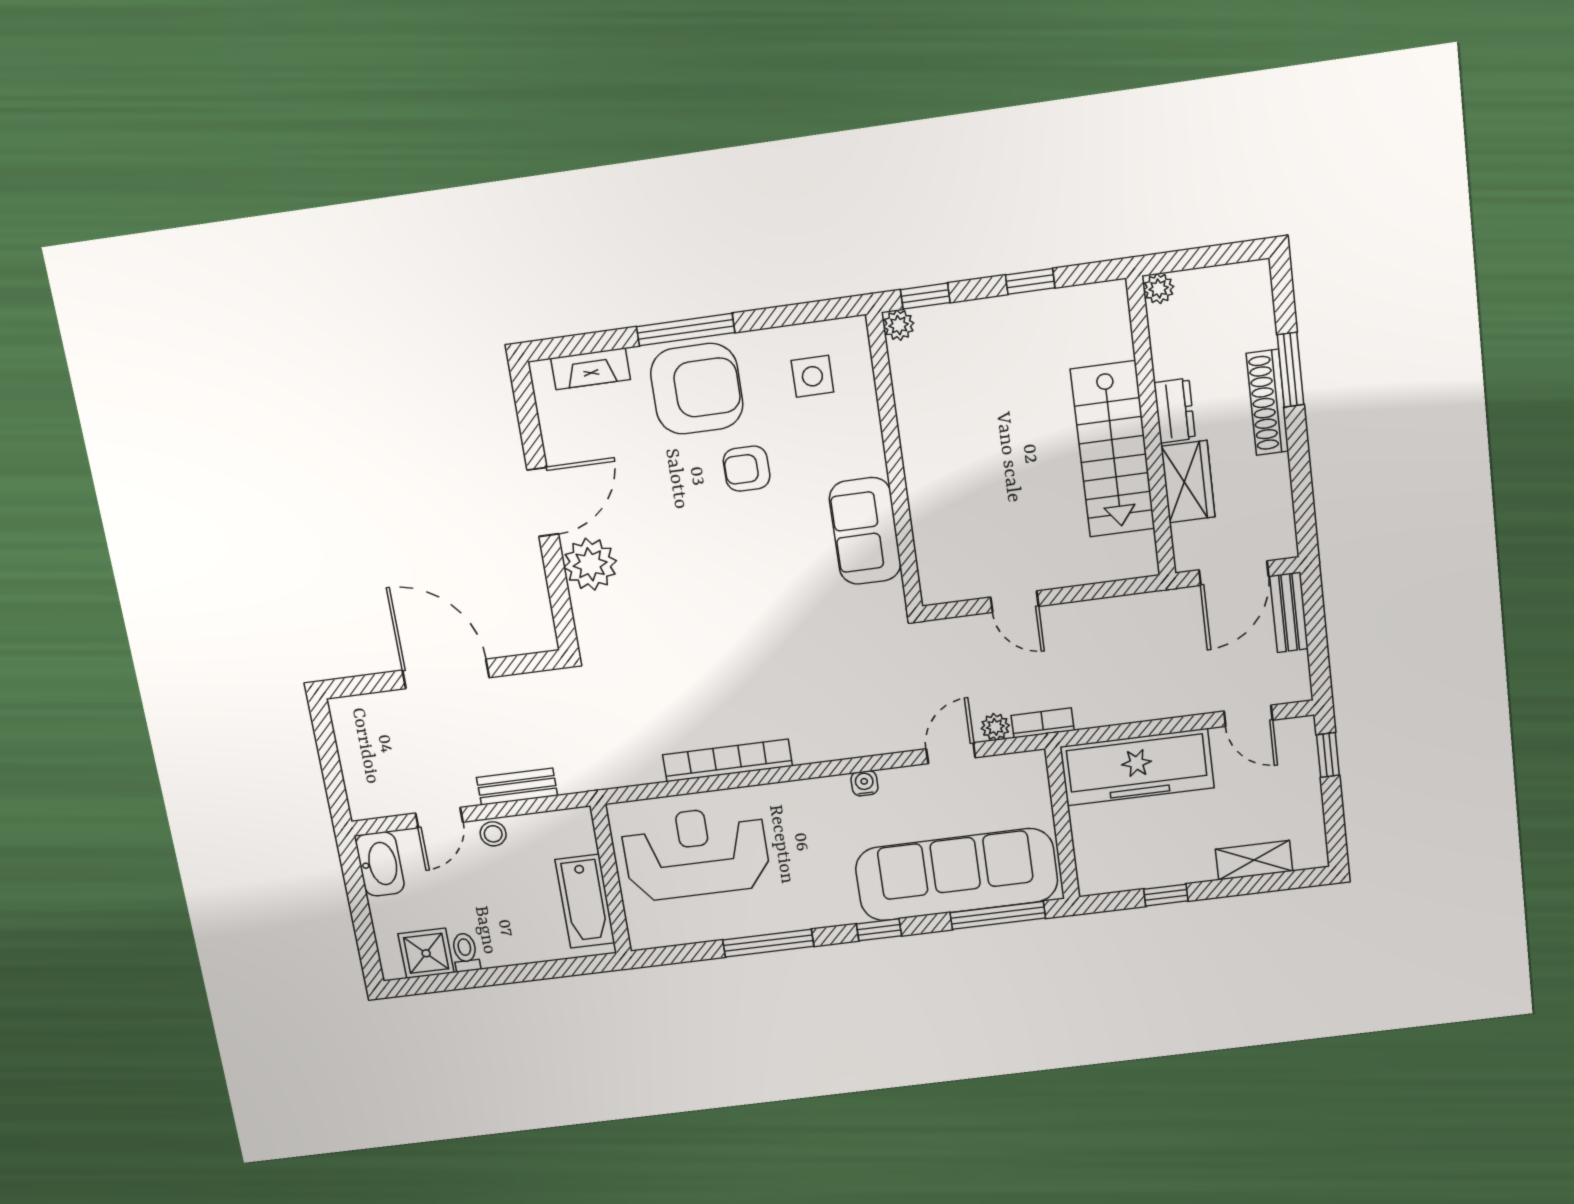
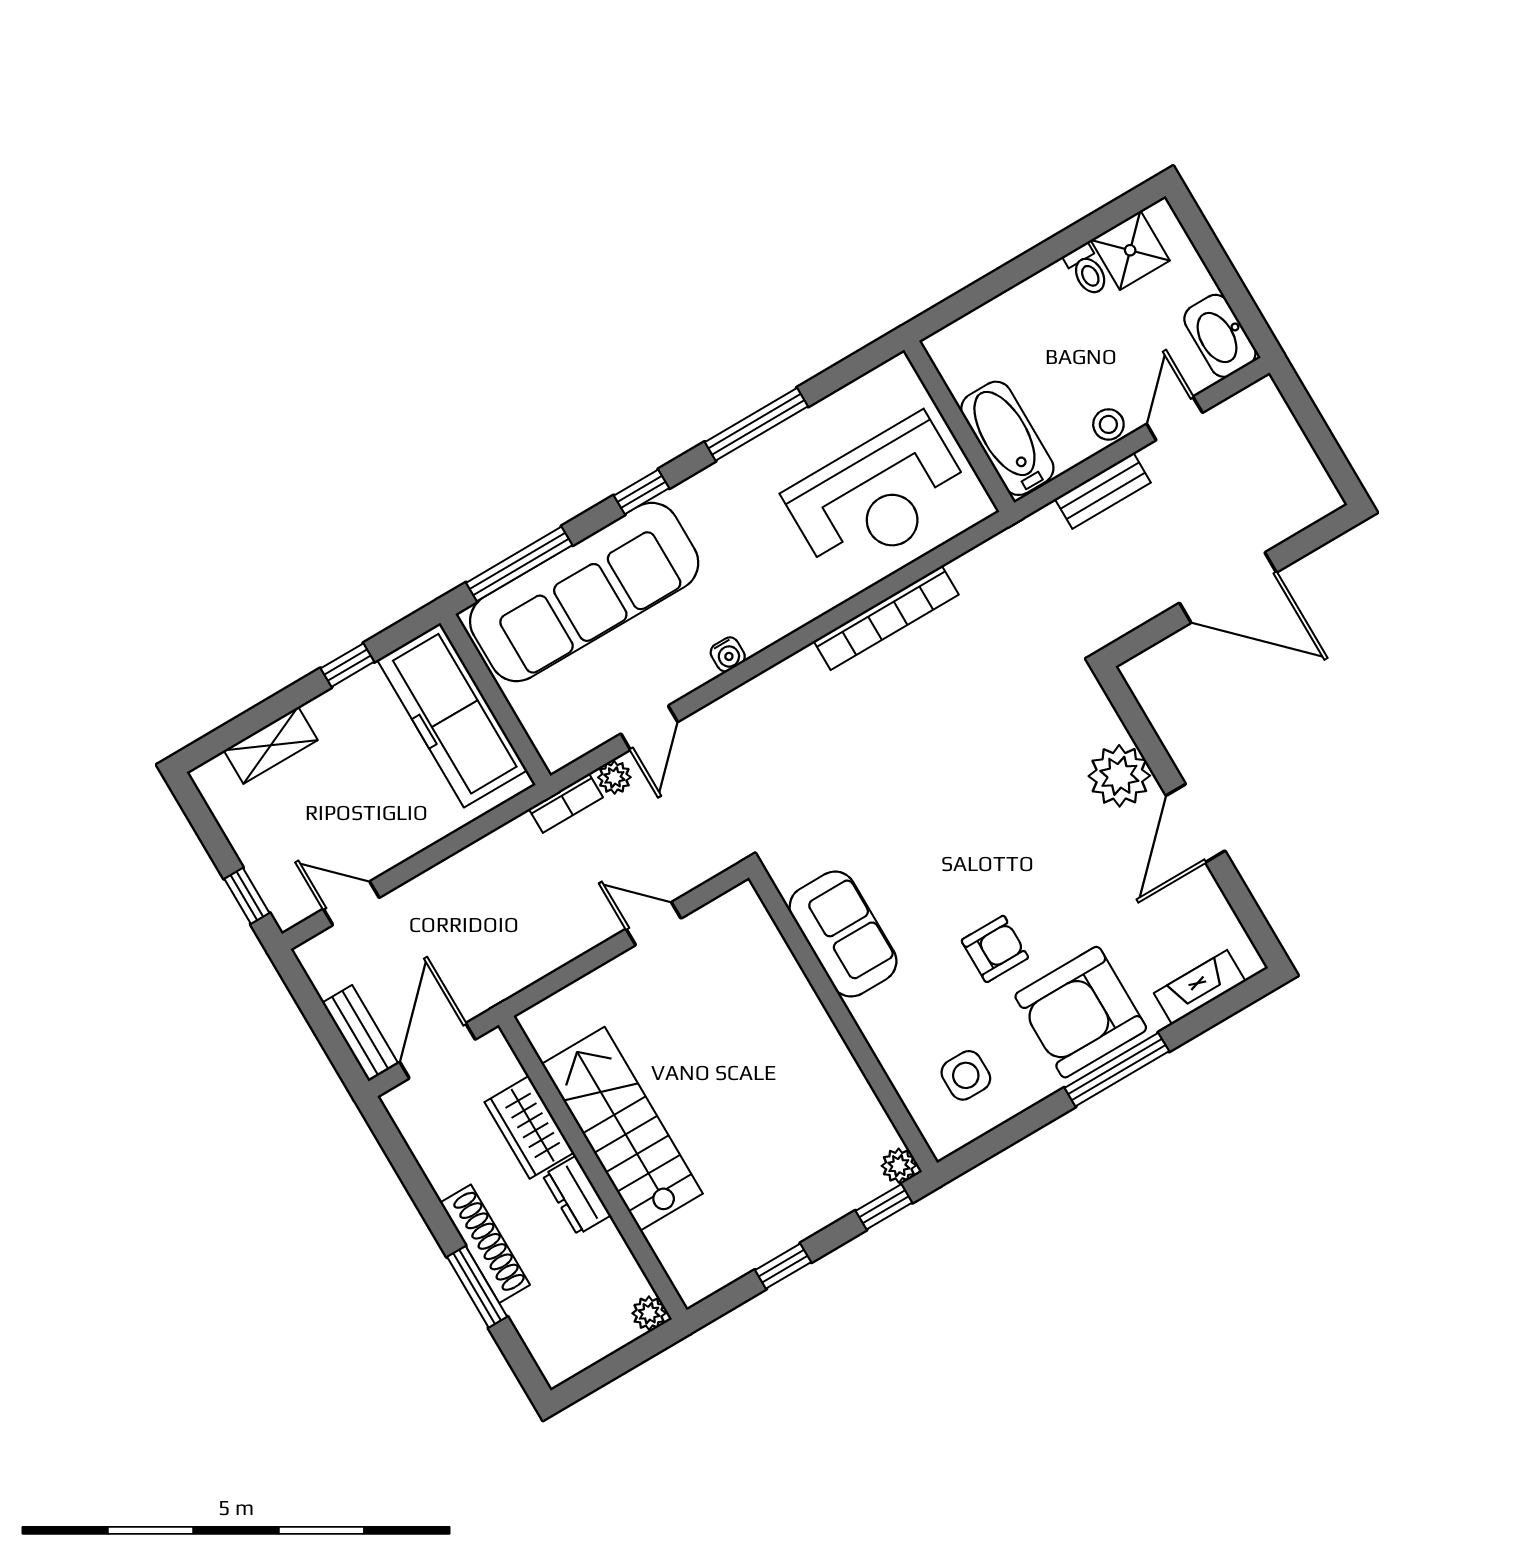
freezer: (1137, 767) -> (452, 715), moved, turned -90
bathtub: (585, 901) -> (1007, 438), moved

